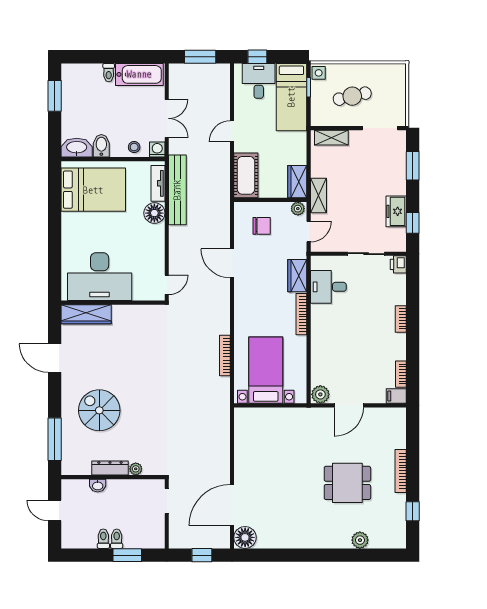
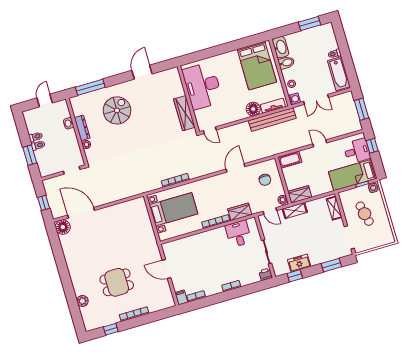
cot: (246, 175) -> (290, 160), width x0.73, depth x0.75
wardrobe: (86, 314) -> (184, 113), moved
plant: (320, 394) -> (168, 249), removed
dining table: (347, 483) -> (117, 282), turned 90

